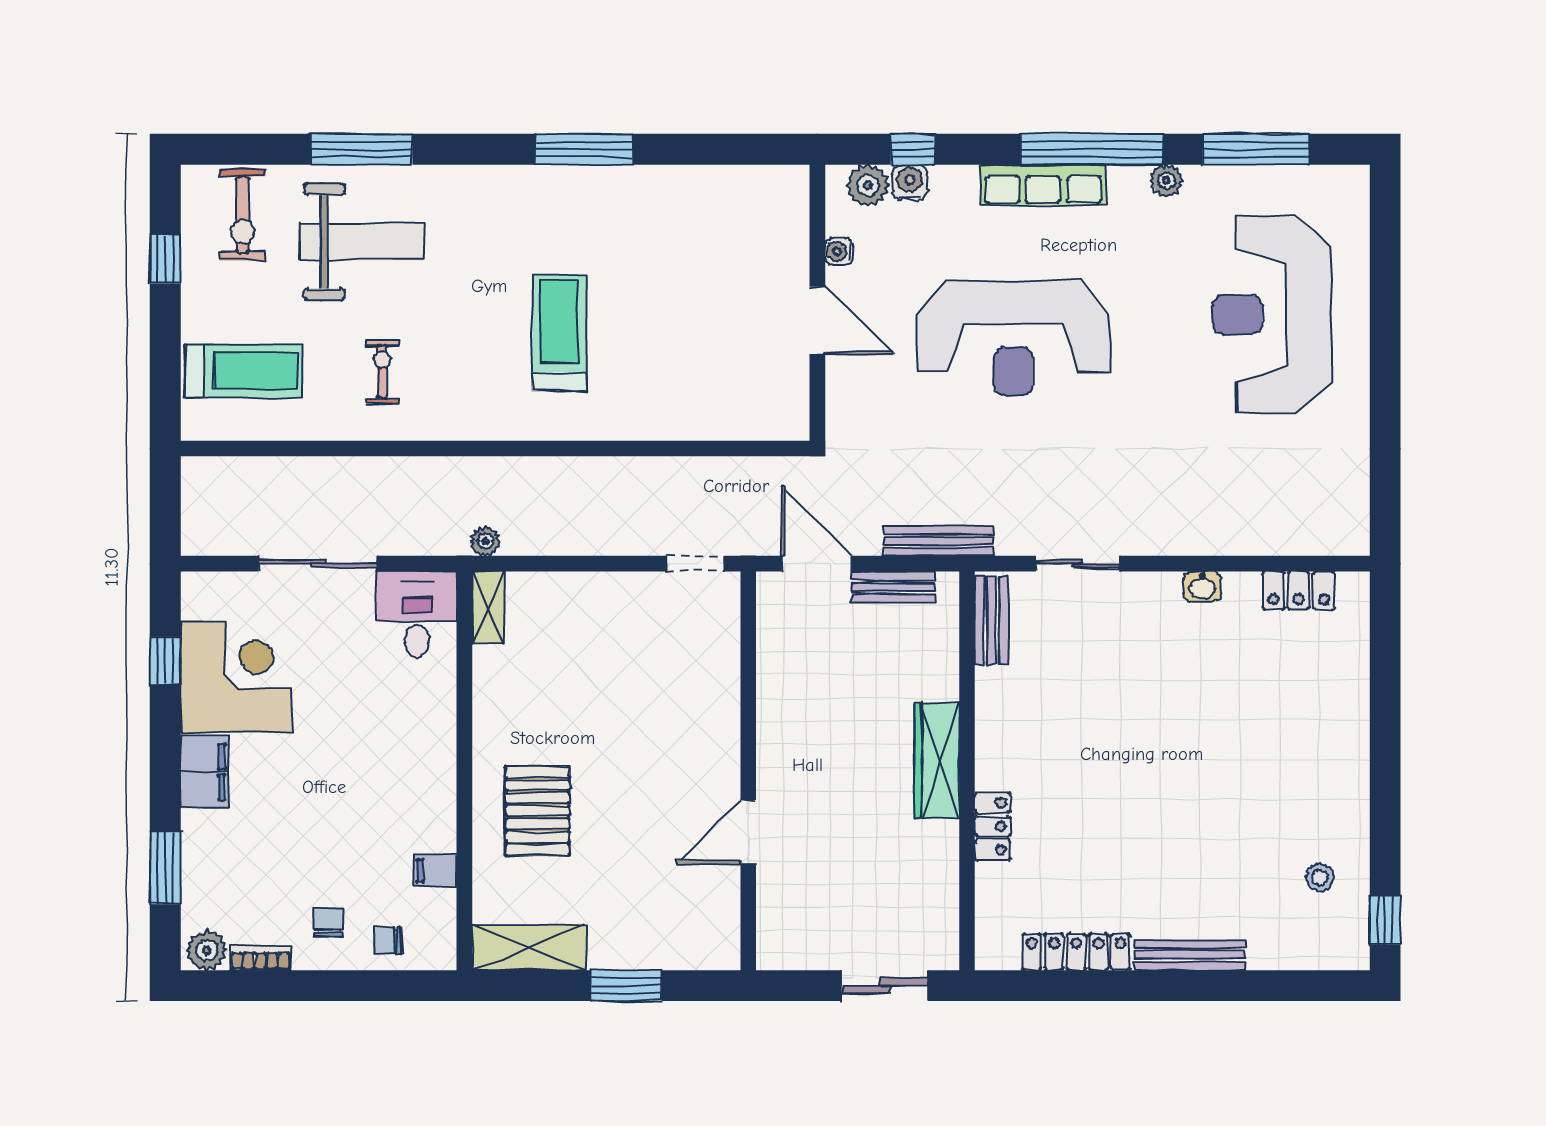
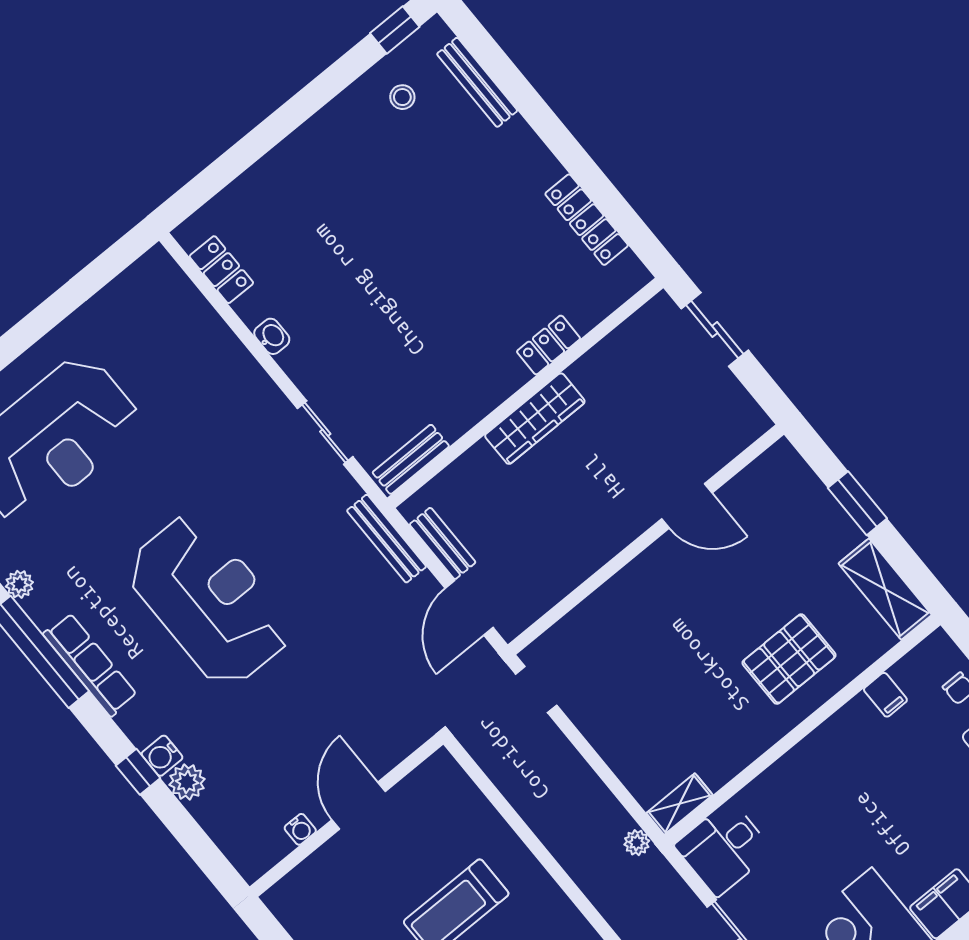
water cooler: (839, 252) -> (300, 829), moved
wall: (817, 303) -> (347, 816), moved
door: (817, 321) -> (359, 806), moved
bench: (1190, 955) -> (477, 82), moved

